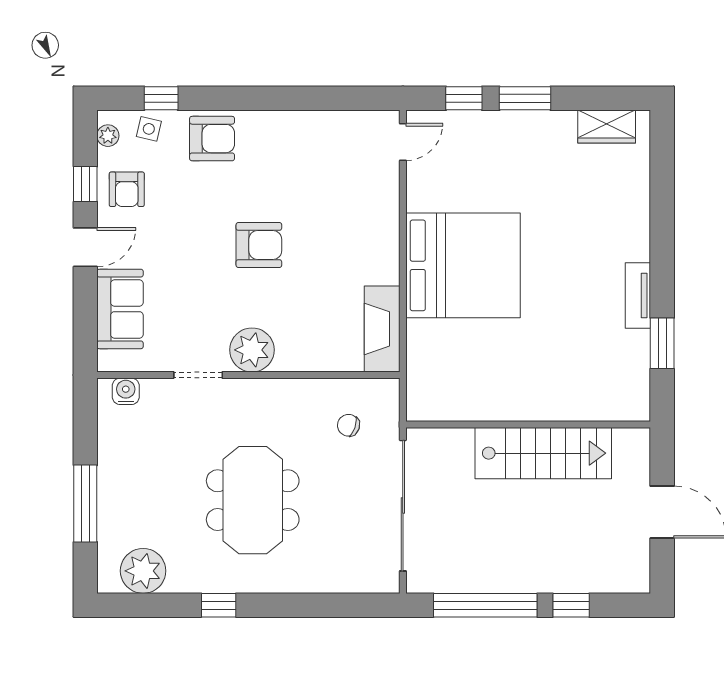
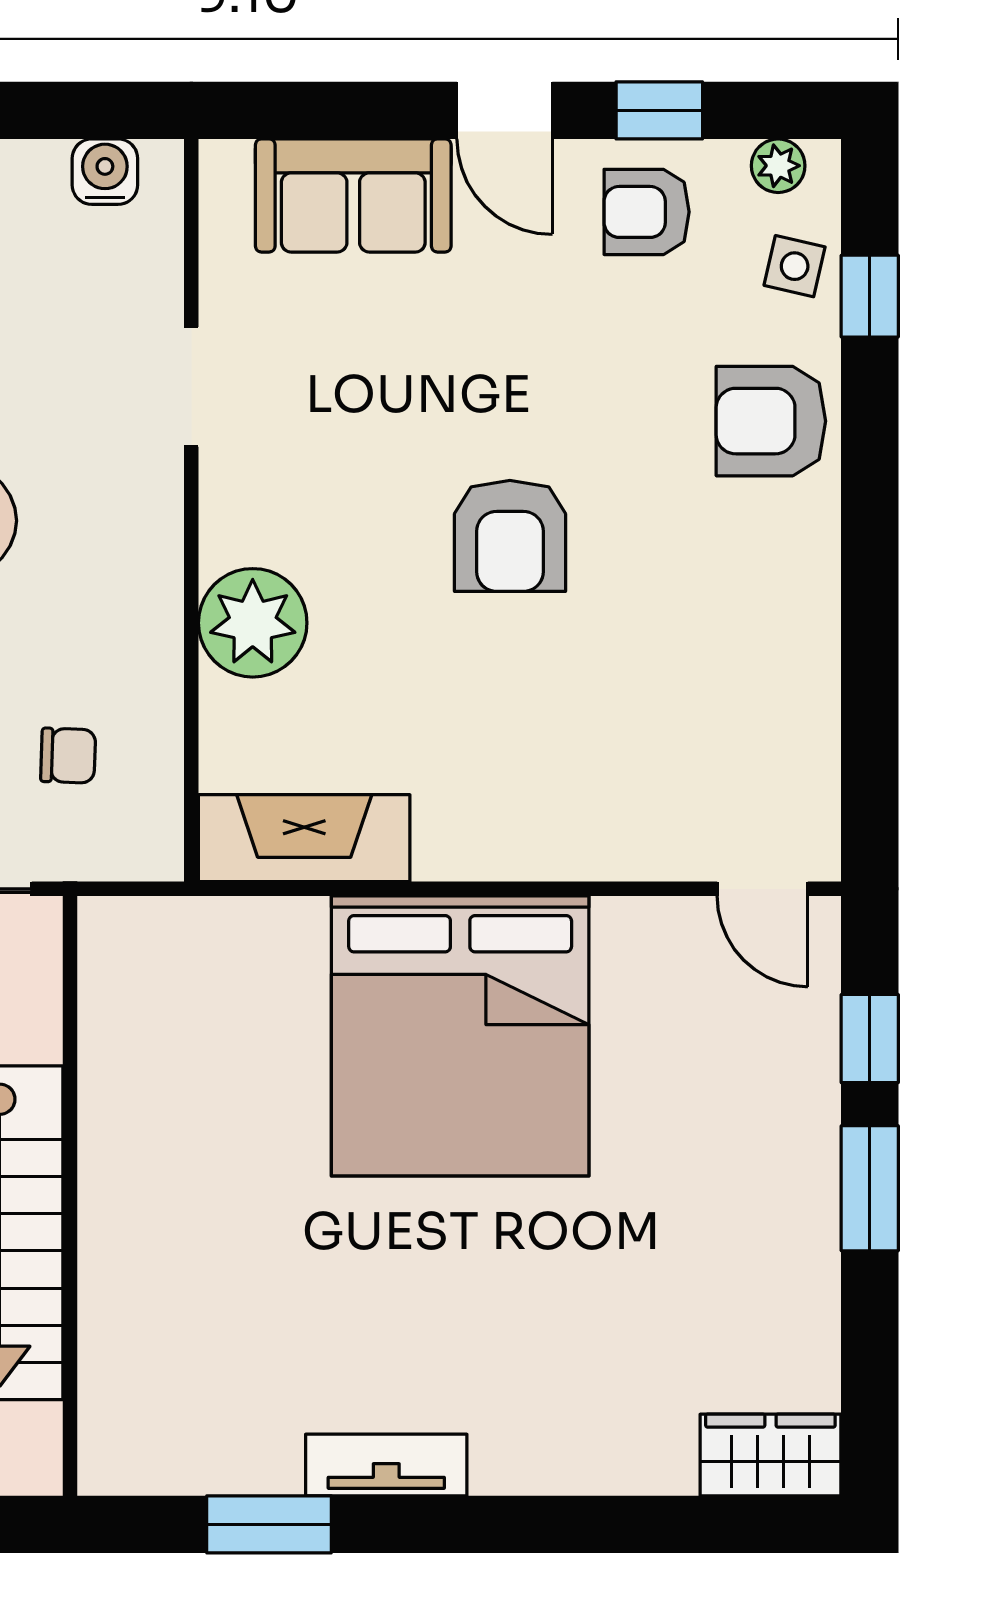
wardrobe: (607, 127) -> (770, 1455), moved, turned 90
armchair: (212, 139) -> (771, 421), turned 90
plant: (252, 350) -> (253, 623), moved
water cooler: (126, 391) -> (105, 172), moved, turned -90
chair: (349, 425) -> (68, 756), turned 73

